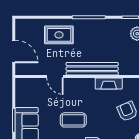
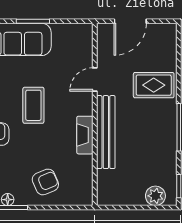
rug: (59, 35) -> (154, 85), turned 90
fireplace: (109, 83) -> (85, 135), moved

